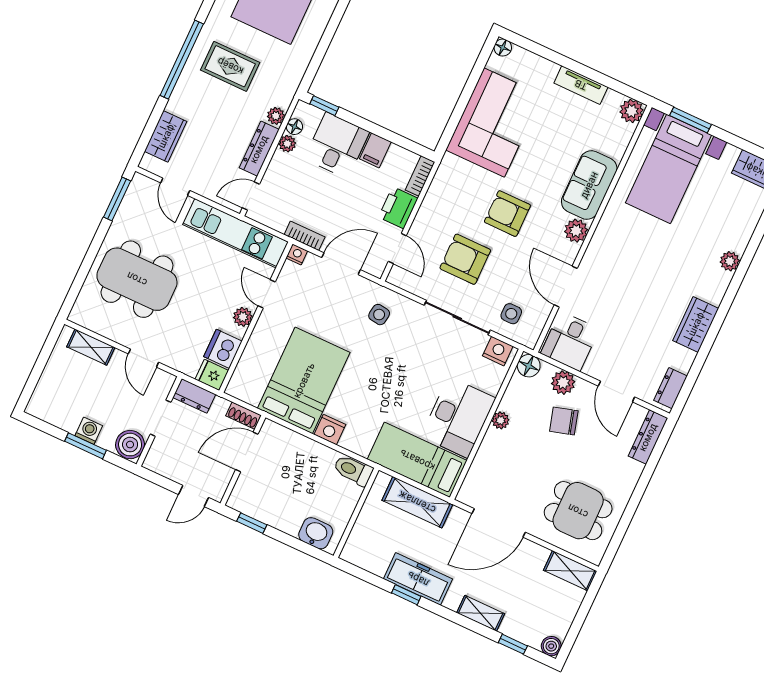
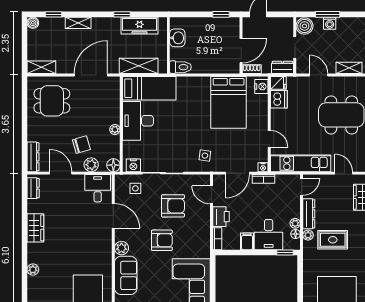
rug: (230, 66) -> (333, 240), moved
plant: (243, 317) -> (276, 121), removed
nightstand: (330, 430) -> (261, 86), moved, turned 90
washbasin: (316, 533) -> (177, 38), moved, turned -90
freezer: (418, 579) -> (139, 26), moved

